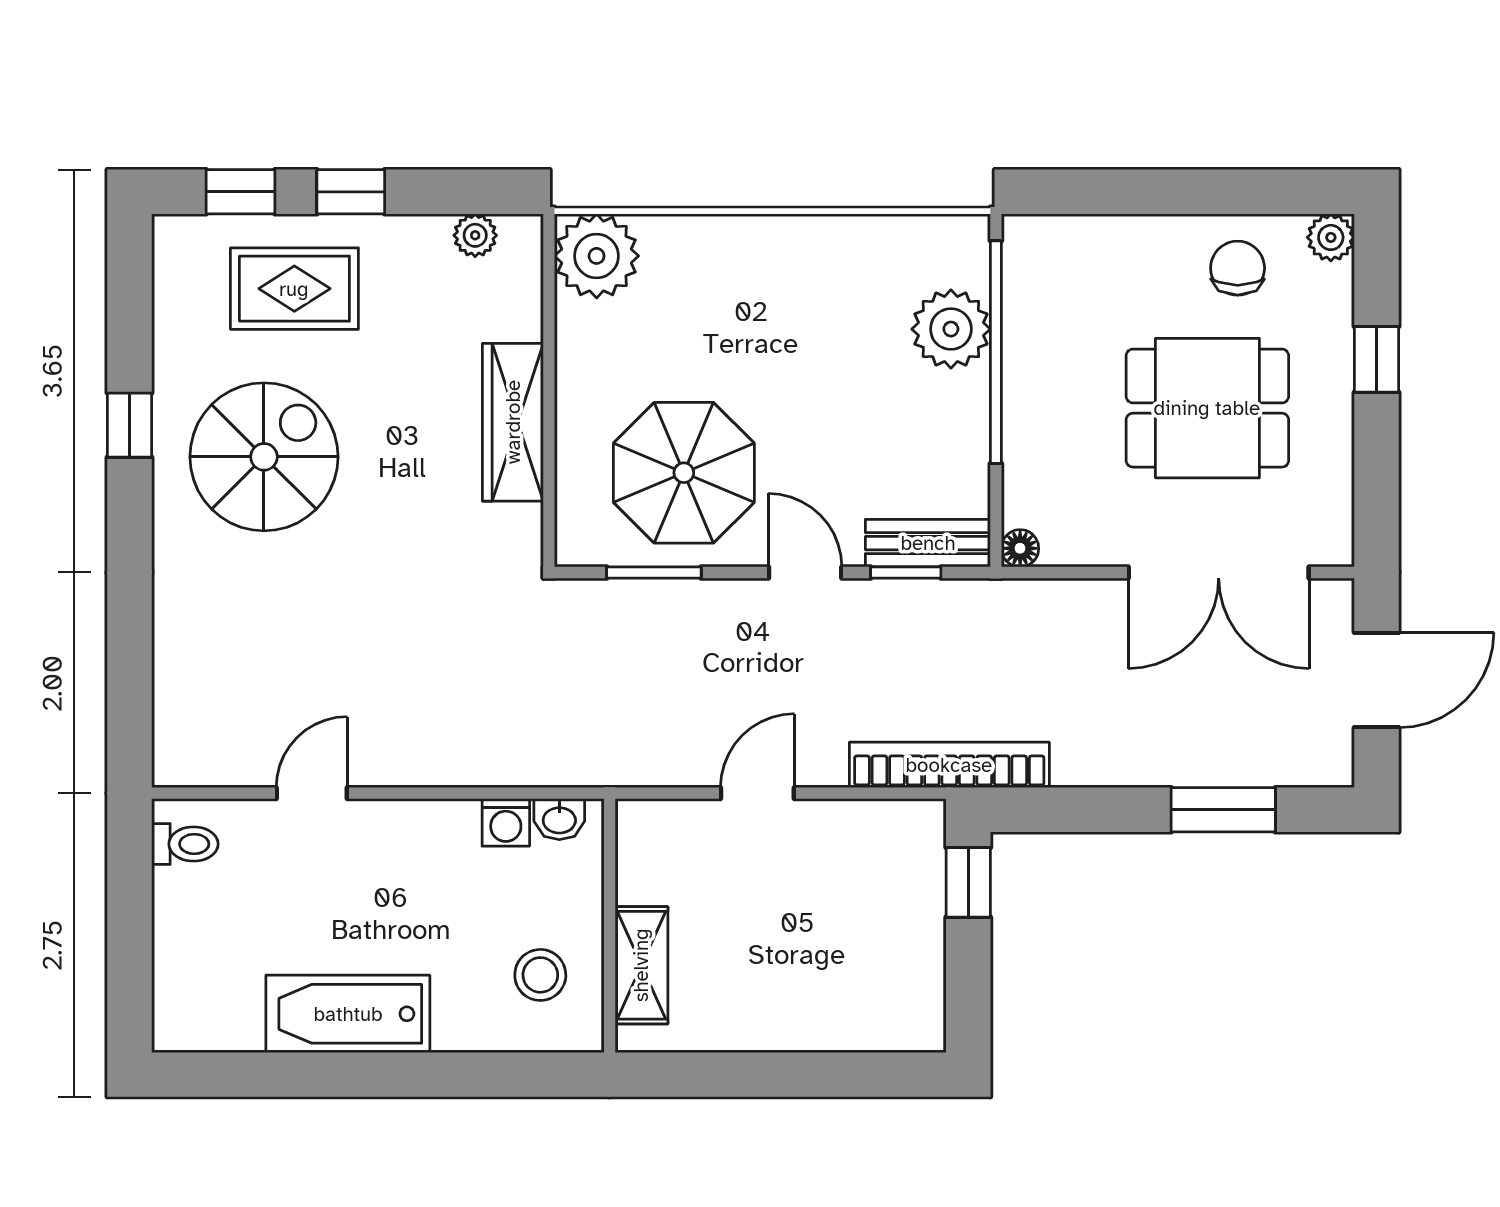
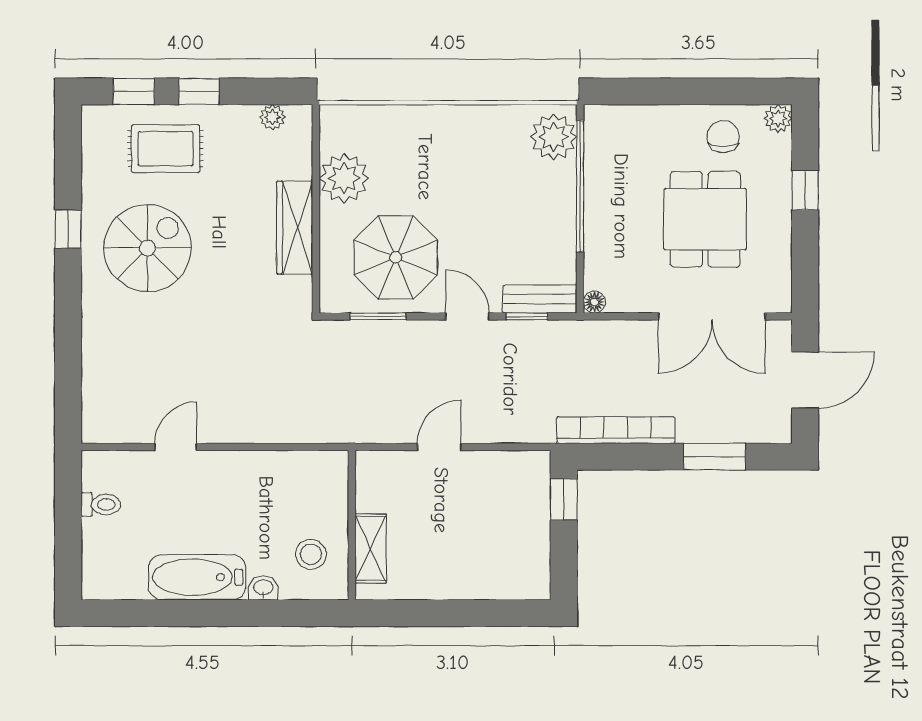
plant: (597, 256) -> (344, 178), moved
plant: (951, 329) -> (554, 137), moved
dining table: (1207, 408) -> (705, 219), turned 90
bookcase: (949, 765) -> (616, 430), moved
washbasin: (559, 819) -> (263, 588), moved, turned 180
washing machine: (506, 822) -> (290, 464), removed
toilet: (185, 844) -> (101, 504), moved

